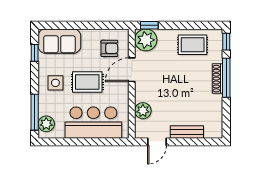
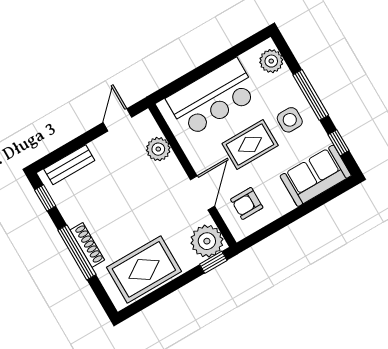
window: (226, 42) -> (45, 198), moved
rug: (193, 45) -> (144, 269), width x1.36, depth x1.43
window: (35, 112) -> (311, 95), moved
bench: (187, 132) -> (69, 165), moved

